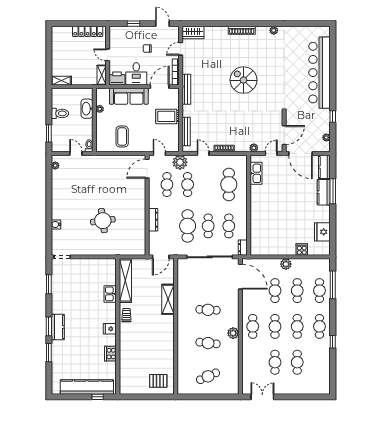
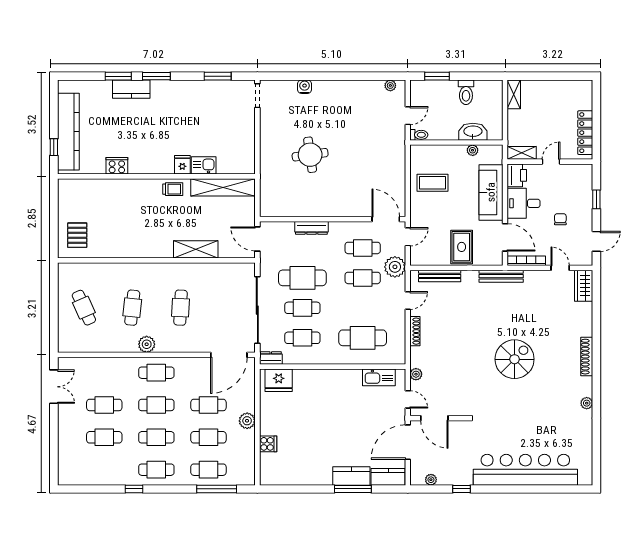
fridge: (322, 232) -> (279, 380), moved, turned 180
kitchen counter: (58, 327) -> (131, 89), moved
fridge: (110, 329) -> (182, 165), moved

